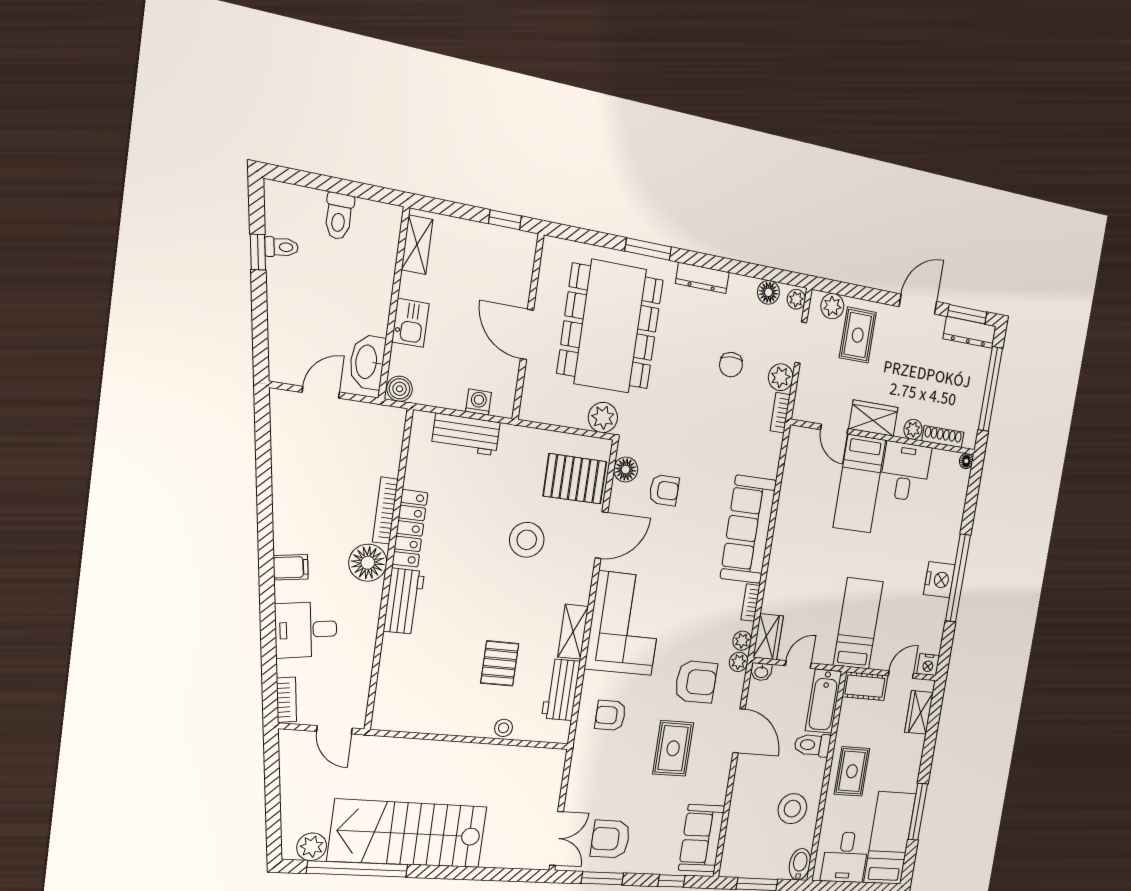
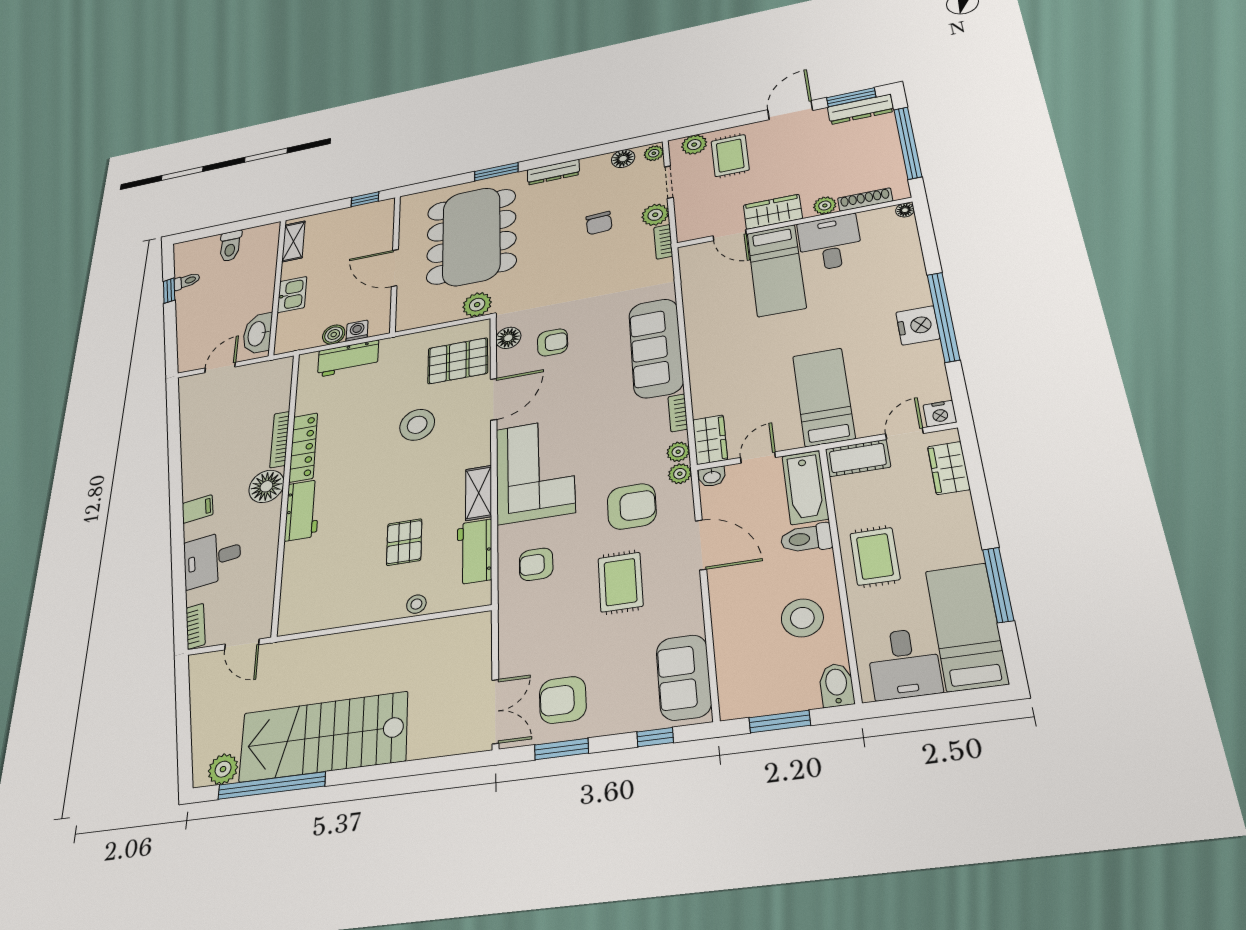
boiler: (400, 389) -> (334, 335), moved

